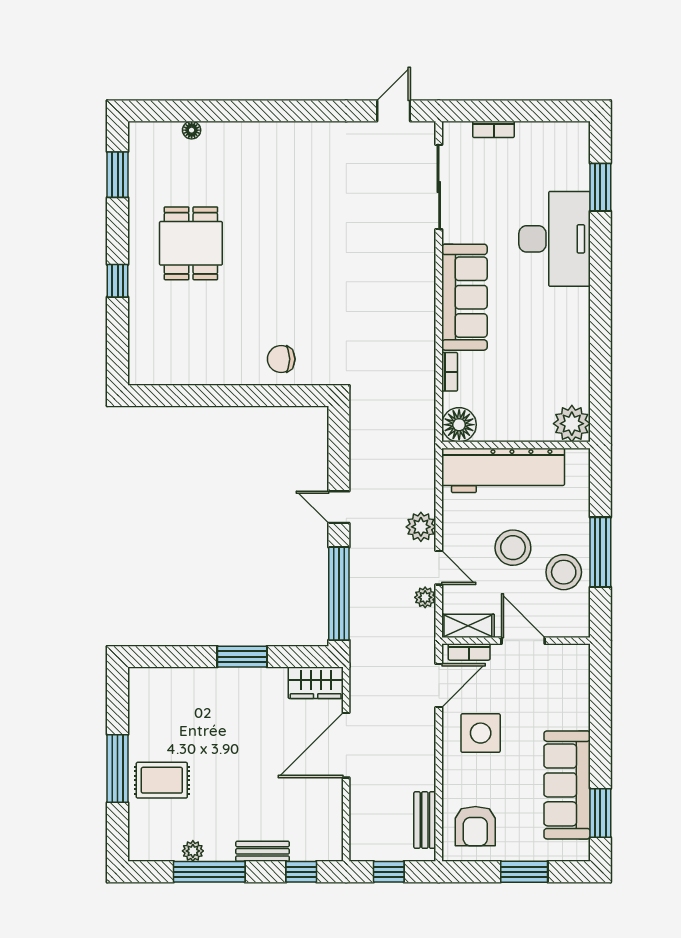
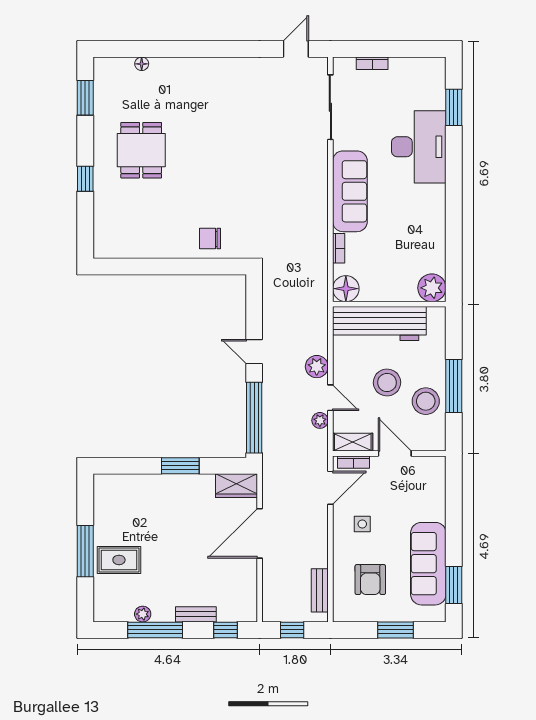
side table: (481, 733) -> (362, 524), width x0.54, depth x0.54
armchair: (475, 826) -> (370, 580), moved

